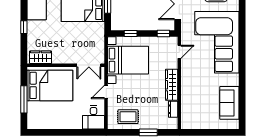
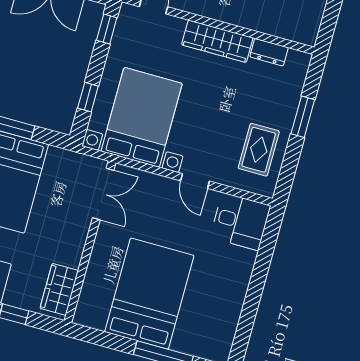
wardrobe: (41, 57) -> (59, 289), moved
wall: (66, 65) -> (90, 242), moved
double door: (89, 65) -> (103, 194), moved

